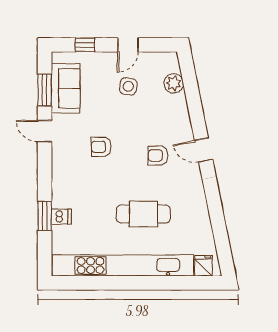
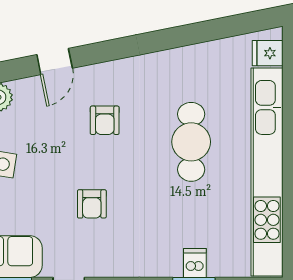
door: (204, 150) -> (55, 61), moved

